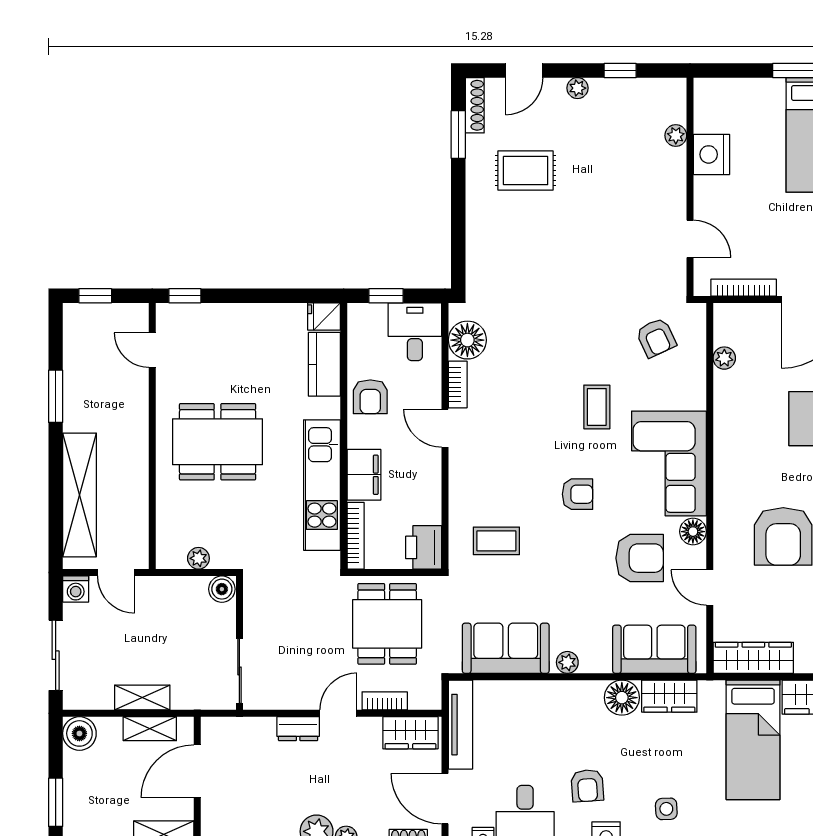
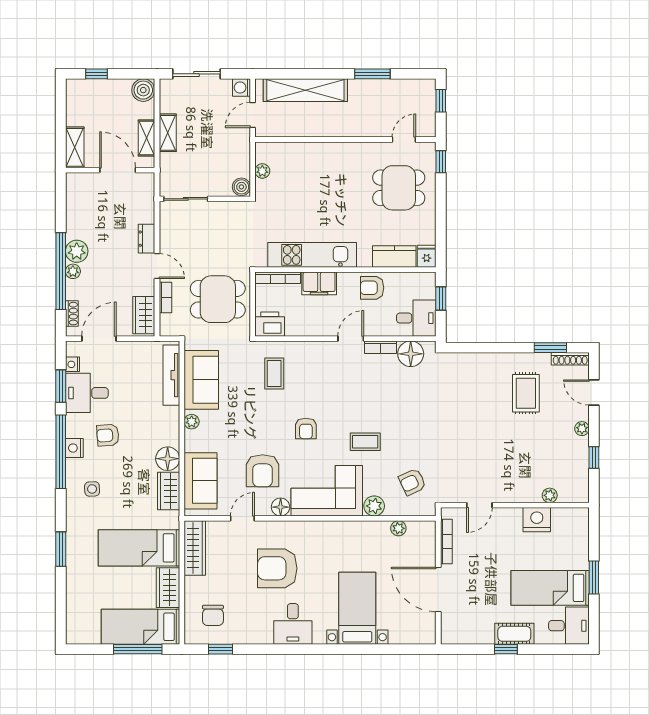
plant: (691, 394) -> (374, 506), added
dining table: (218, 442) -> (399, 188), moved, width x0.73
tv unit: (460, 725) -> (171, 375), moved, turned 90
window: (56, 802) -> (97, 74), width x0.67

